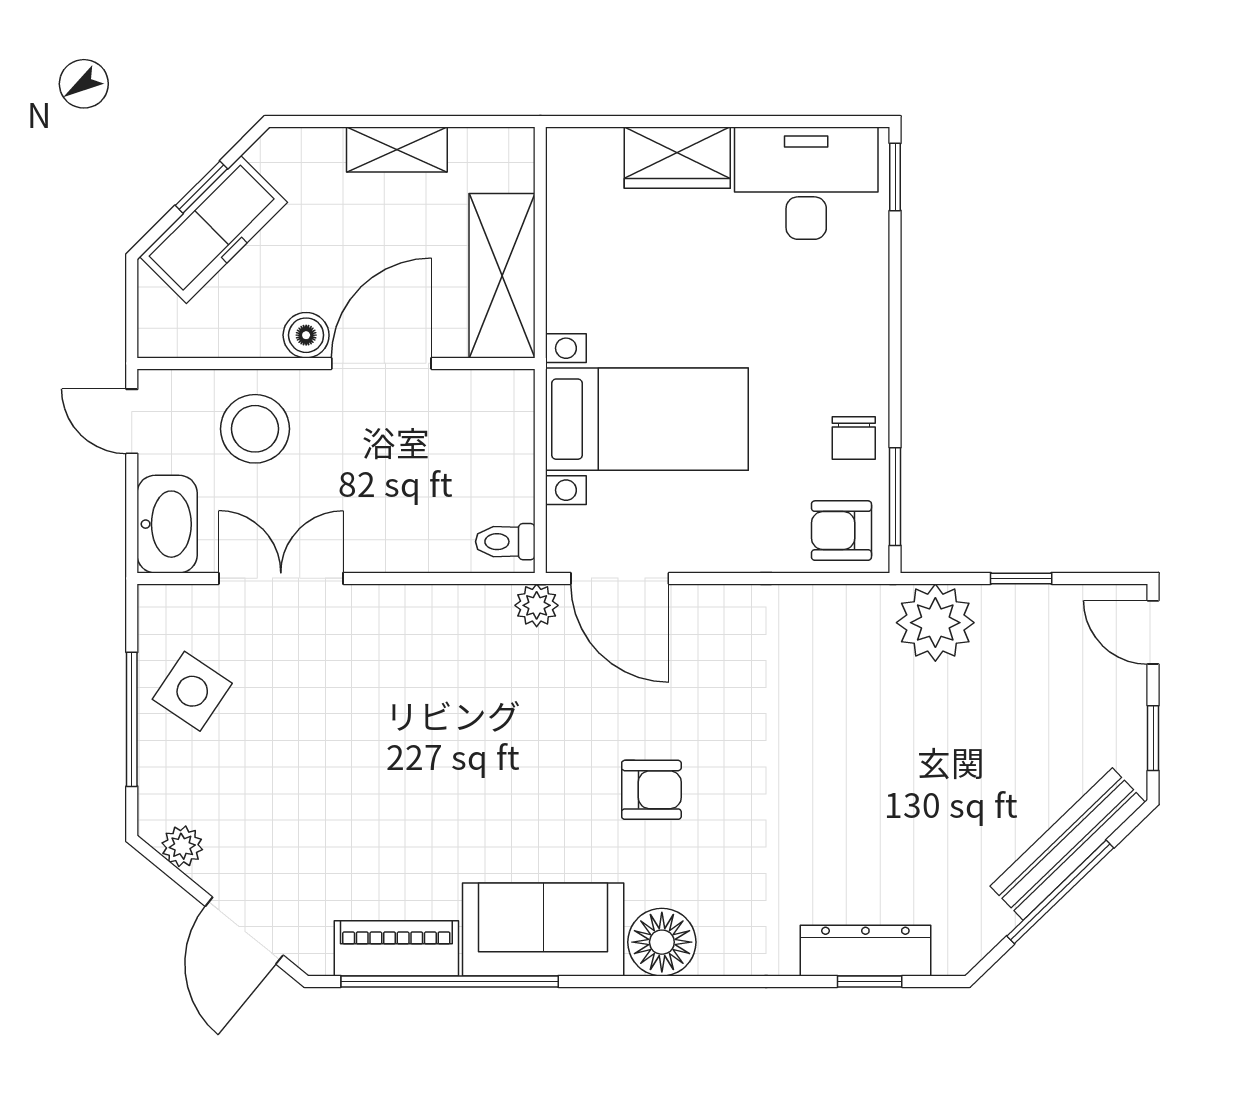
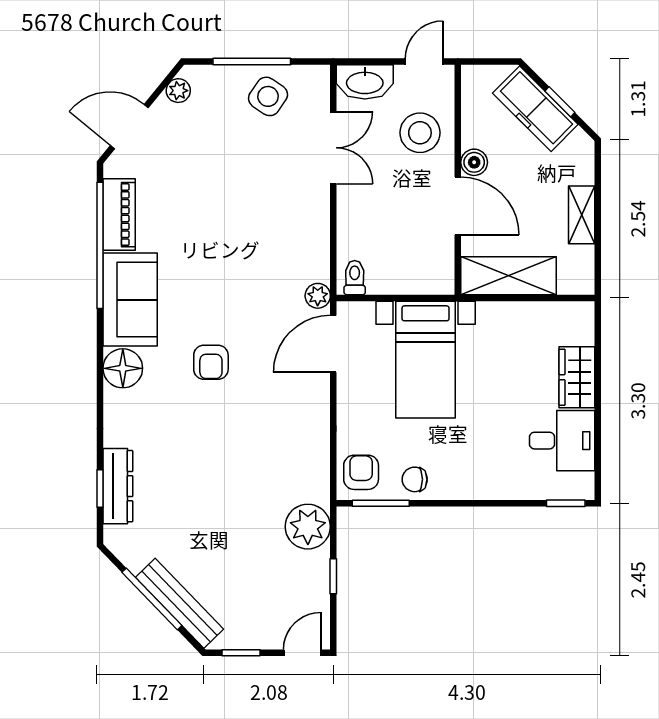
desk: (806, 183) -> (562, 441), width x0.73

